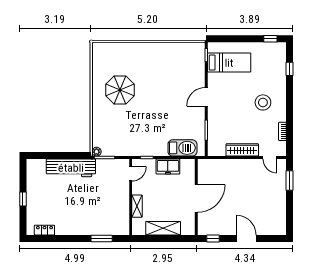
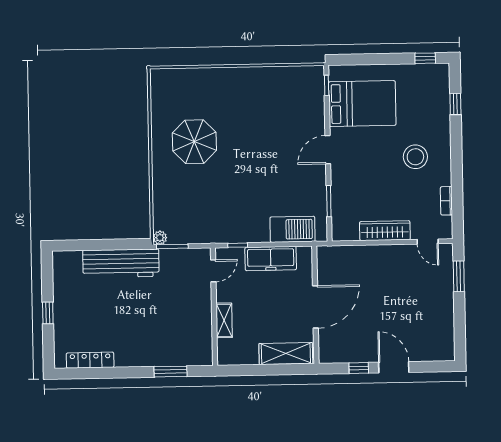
bed: (229, 63) -> (362, 104), width x1.50
freezer: (168, 167) -> (271, 258), width x1.40
shelving: (163, 228) -> (286, 354), moved
locker: (44, 230) -> (90, 360), width x1.53
window: (213, 239) -> (359, 368), moved

